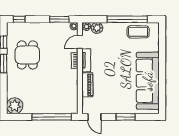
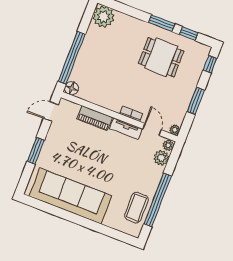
window: (59, 19) -> (196, 101), moved
floor lamp: (73, 109) -> (71, 88), added

